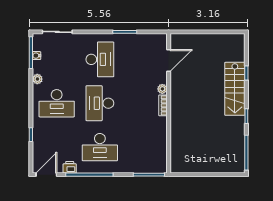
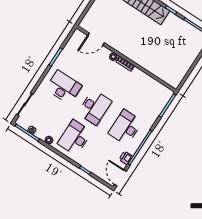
door: (169, 61) -> (96, 39), swing flipped
desk: (57, 103) -> (75, 138), turned 180
desk: (100, 103) -> (95, 107), turned -90
desk: (100, 147) -> (125, 127), turned 180

